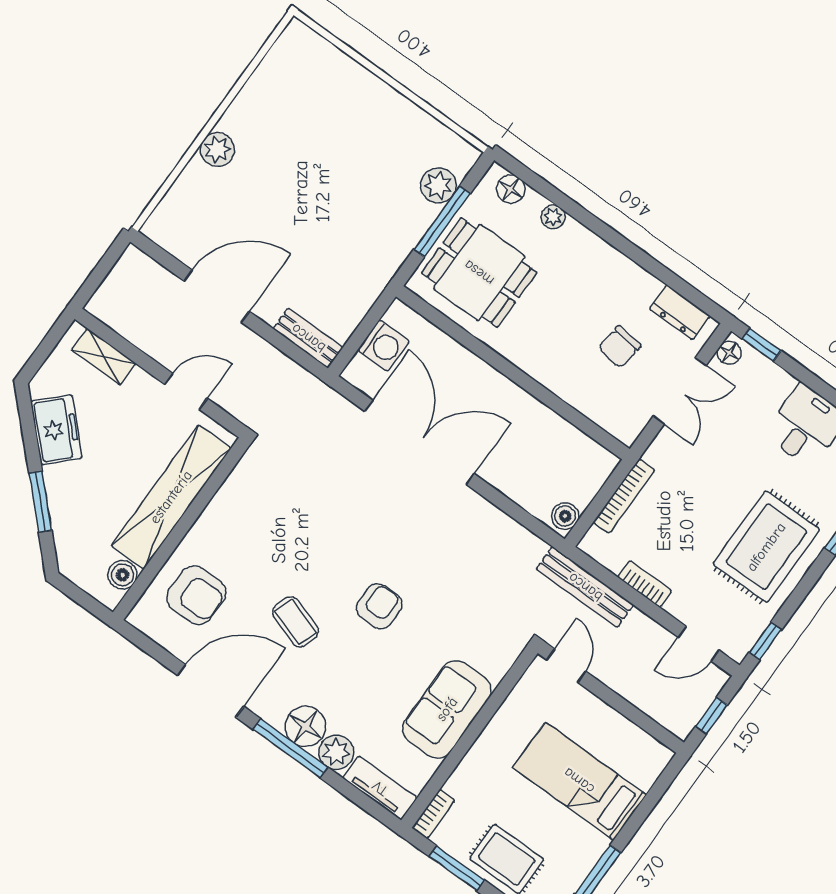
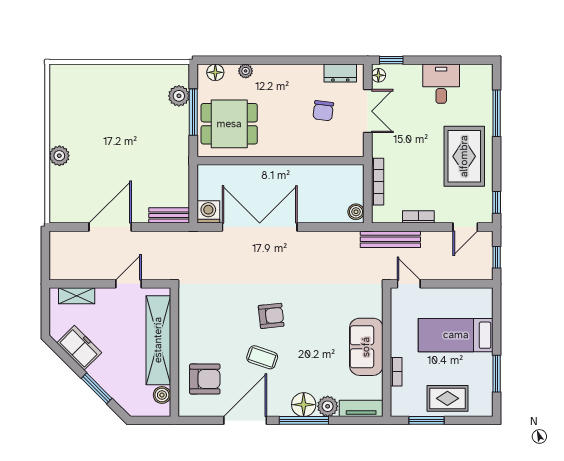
washing machine: (383, 346) -> (208, 212), moved, turned -90
armchair: (379, 606) -> (271, 316), moved, turned 84
bookcase: (433, 814) -> (396, 372), moved

